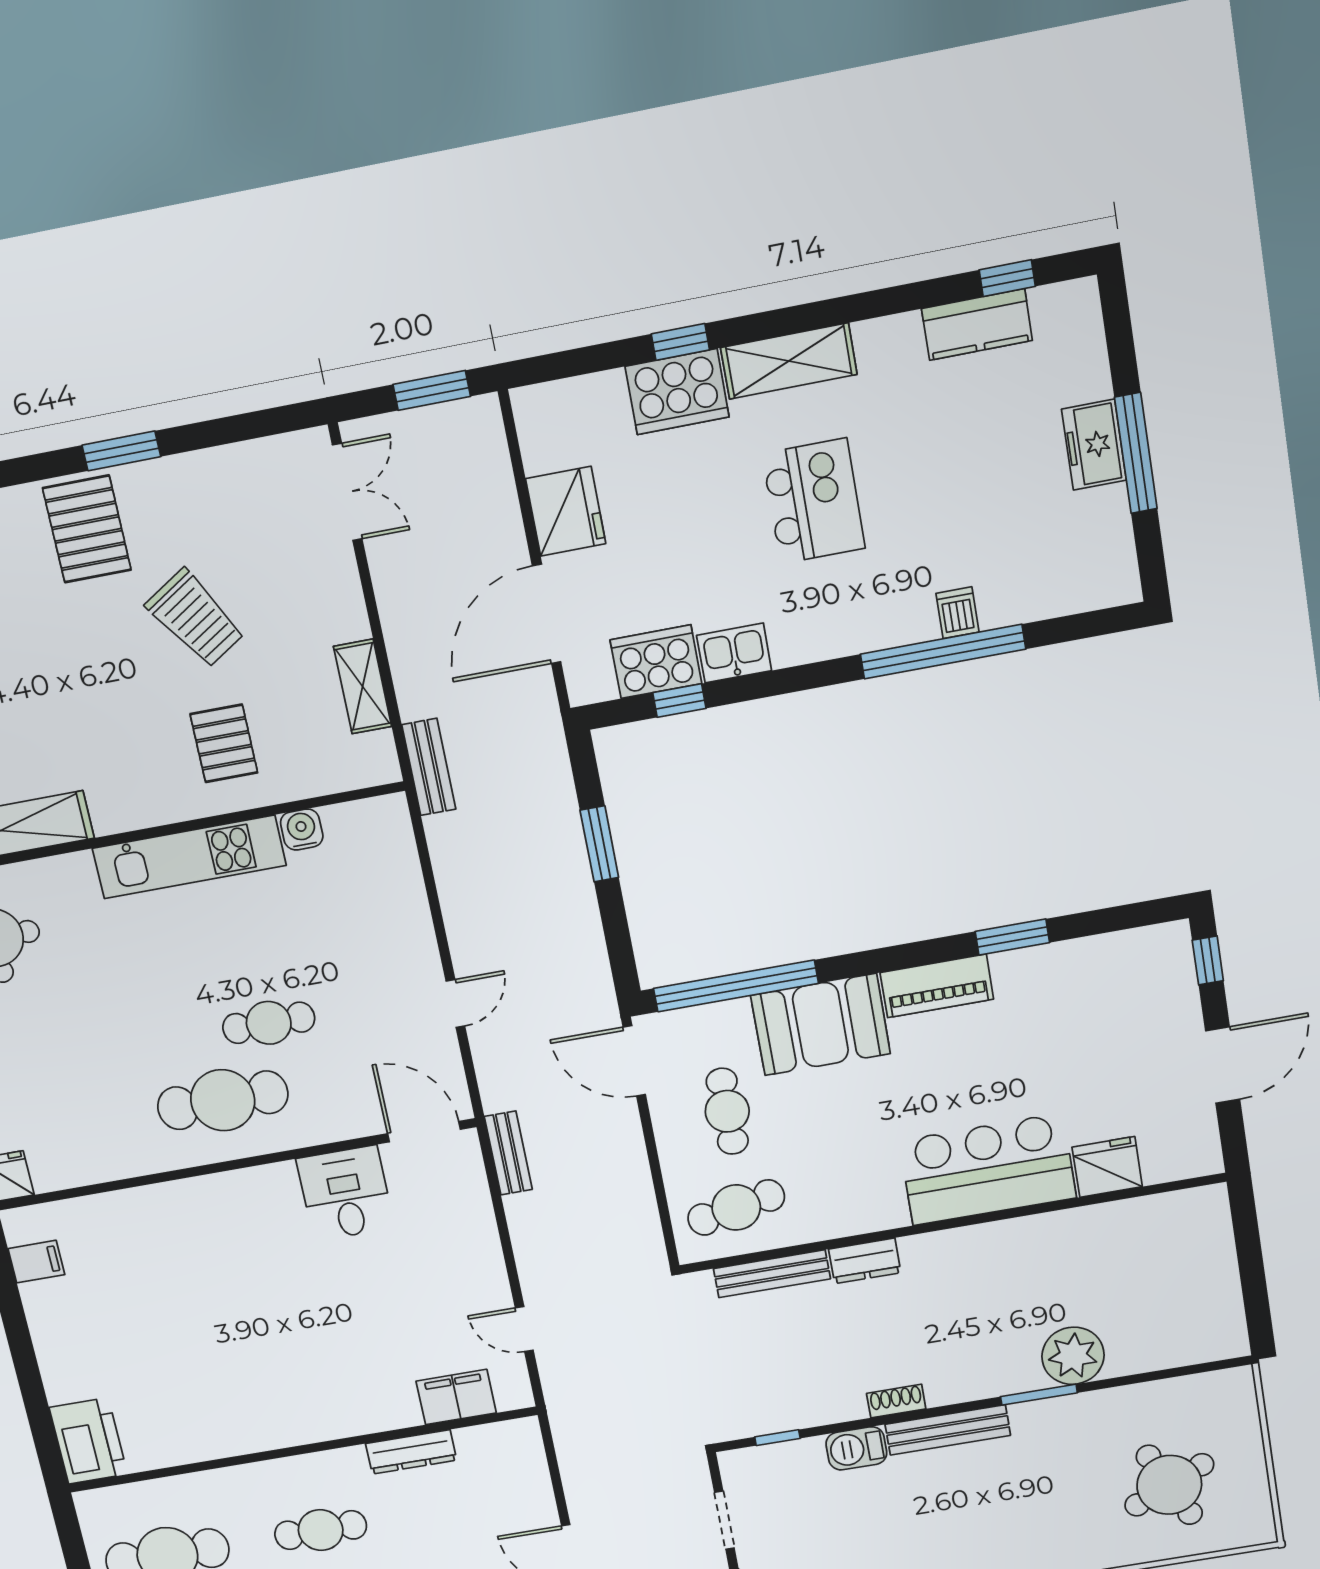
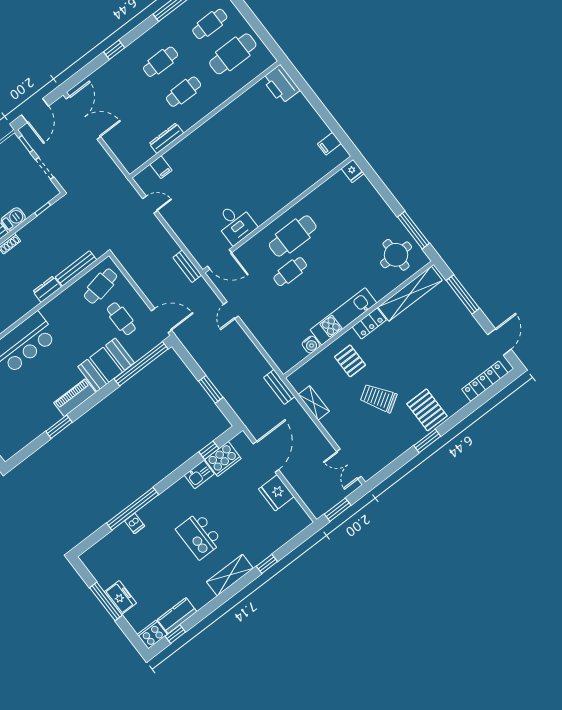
cooker: (677, 392) -> (152, 634), moved, width x0.73, depth x0.76
locker: (134, 809) -> (369, 323), added
filing cabinet: (456, 1397) -> (161, 167), width x0.50

